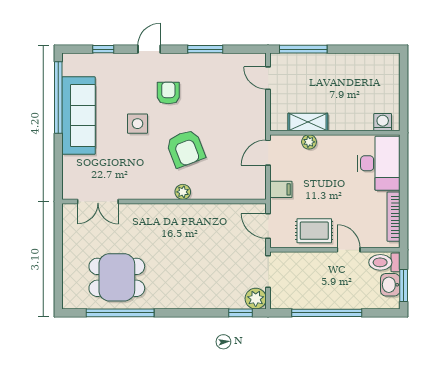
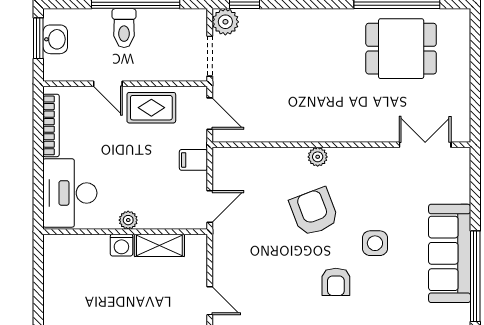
washing machine: (383, 122) -> (121, 245), moved
plant: (309, 142) -> (128, 220), moved
toilet: (384, 262) -> (124, 28), moved, turned 90

